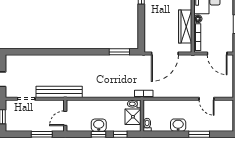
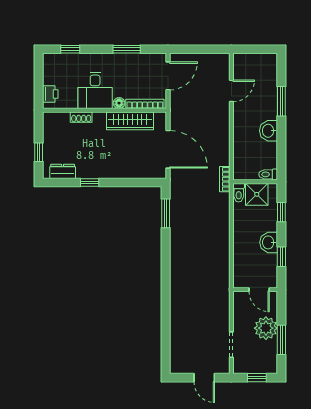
bench: (59, 92) -> (222, 298), removed
plant: (38, 123) -> (266, 328), added
window: (42, 134) -> (281, 340), moved
window: (99, 134) -> (281, 257), moved

